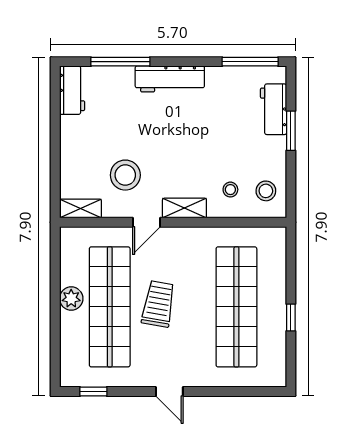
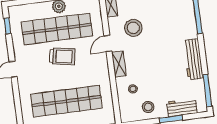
workbench: (170, 79) -> (193, 59), moved
stool: (266, 191) -> (148, 107), moved
door: (147, 222) -> (108, 44), hinge flipped

